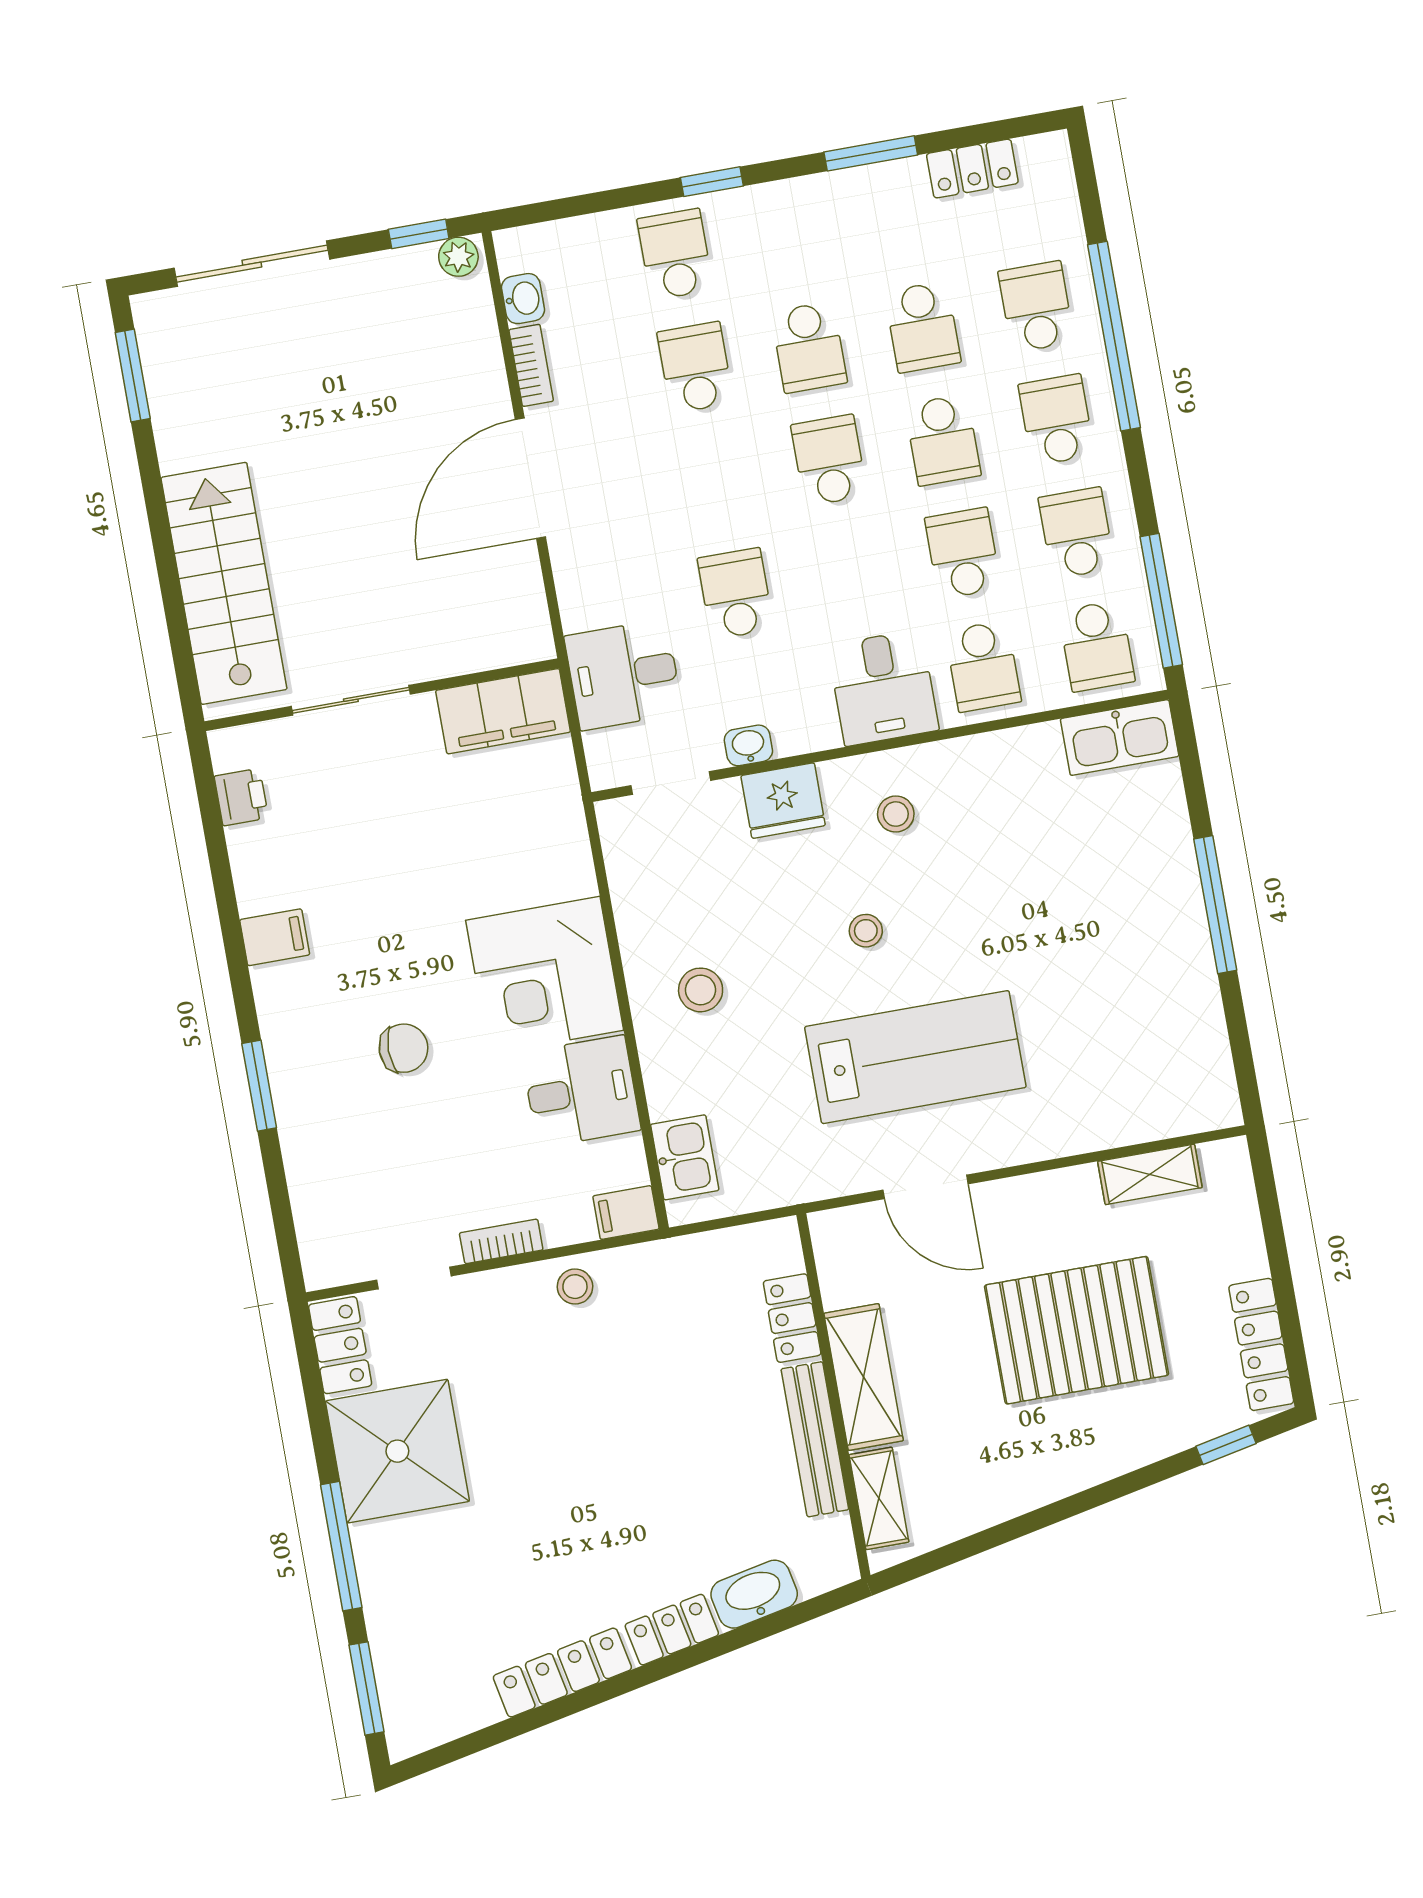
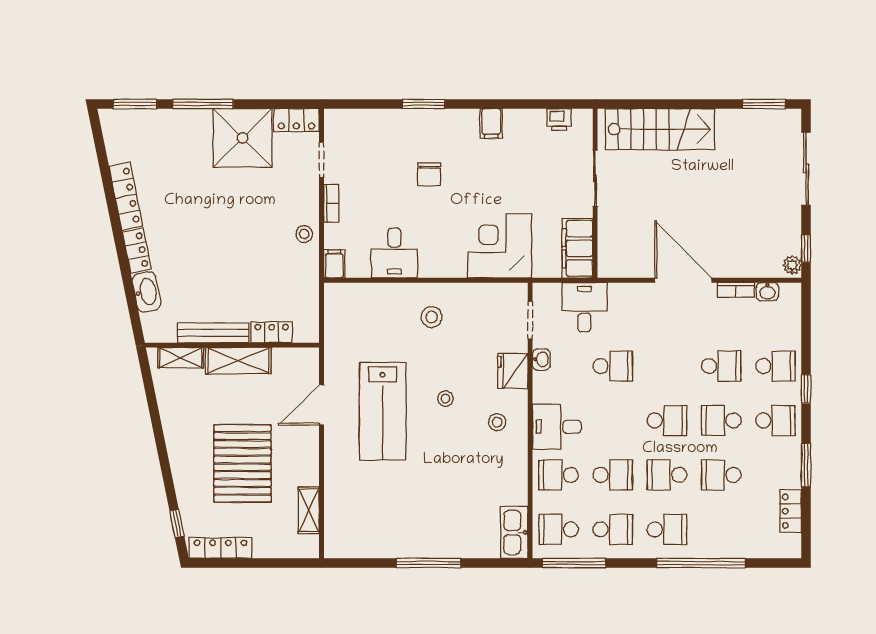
school desk: (1036, 307) -> (775, 420), moved
corner desk: (545, 975) -> (500, 246), moved
kitchen sink: (685, 1157) -> (355, 296), removed

